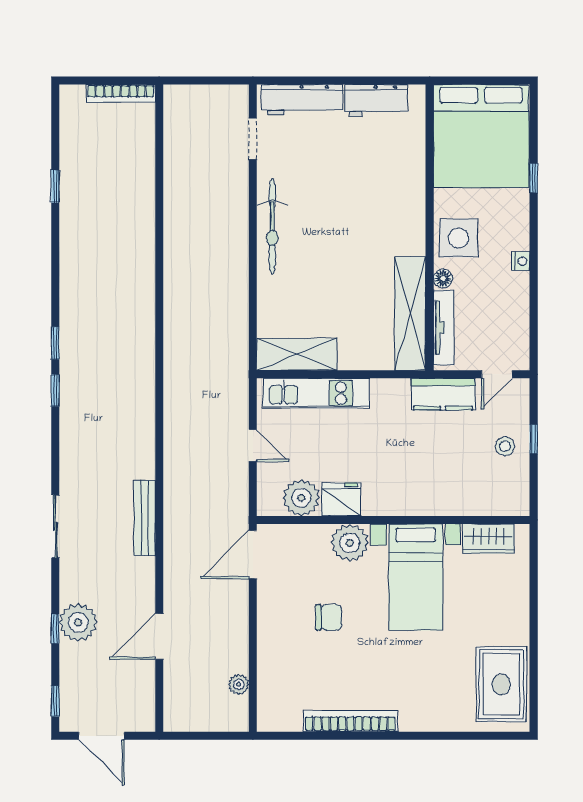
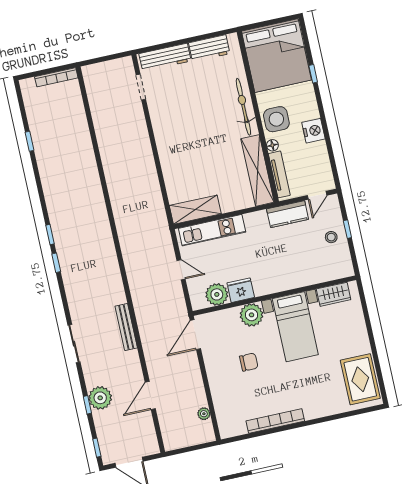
bicycle: (272, 226) -> (243, 107), moved, turned 180
nightstand: (521, 261) -> (313, 131), width x1.89, depth x1.79

